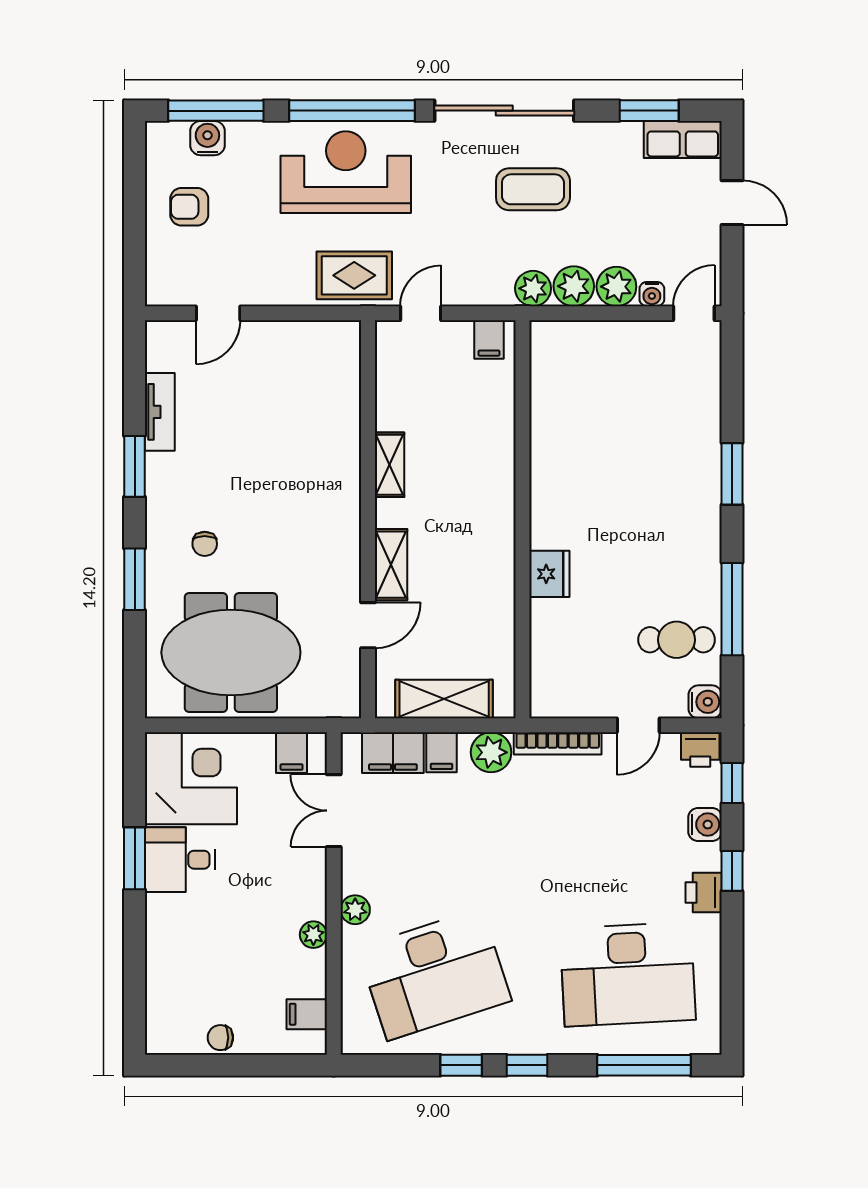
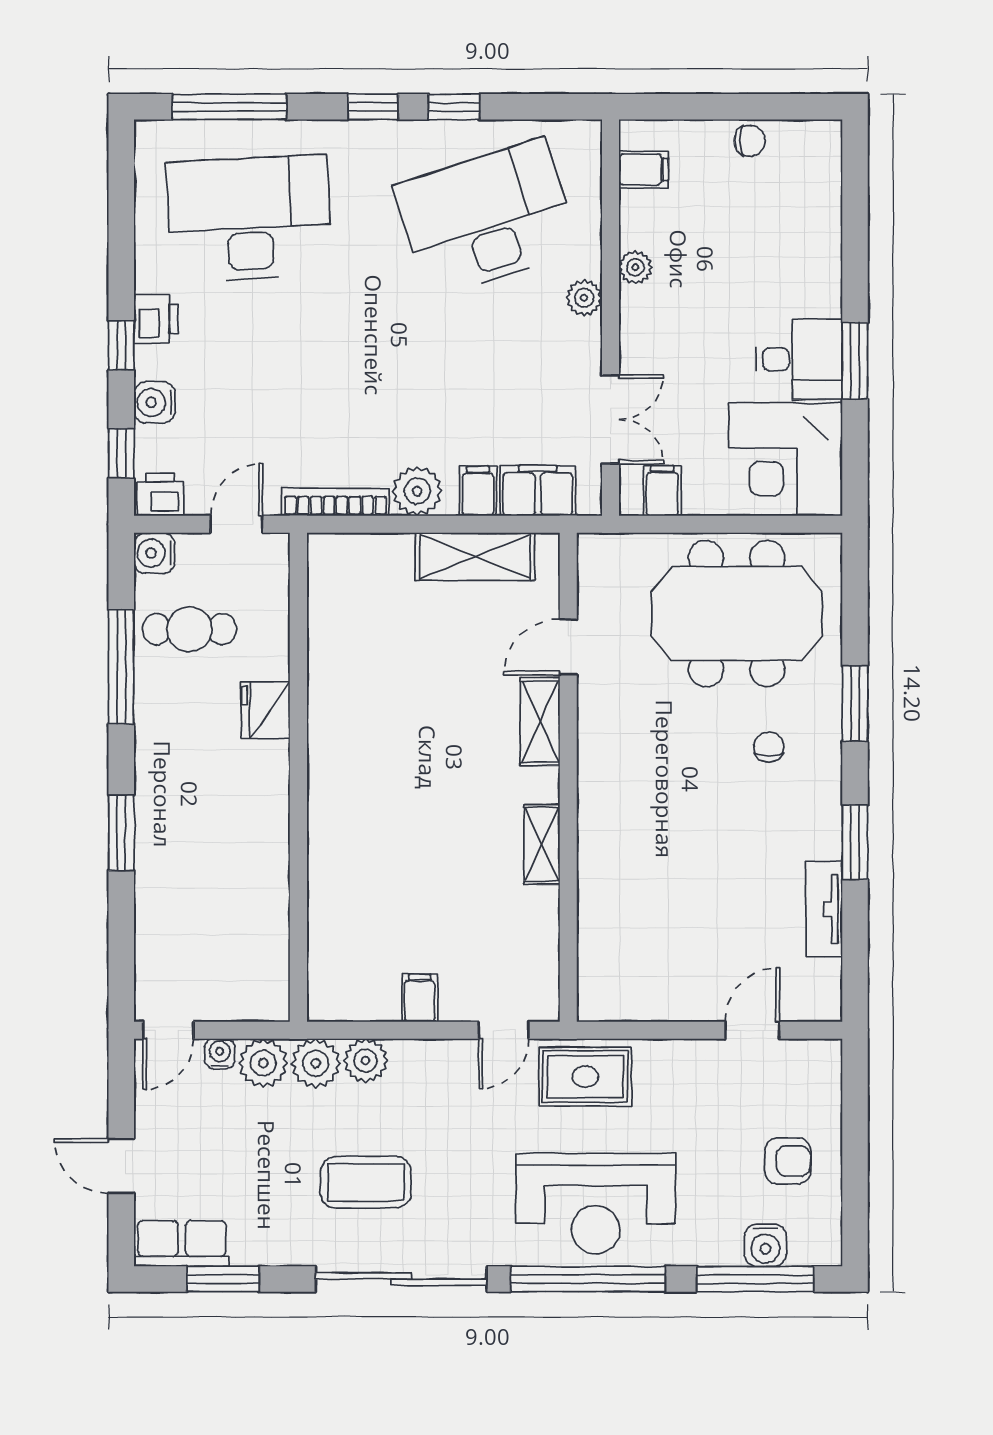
wall: (523, 519) -> (298, 777), moved
fridge: (549, 574) -> (266, 710), moved

